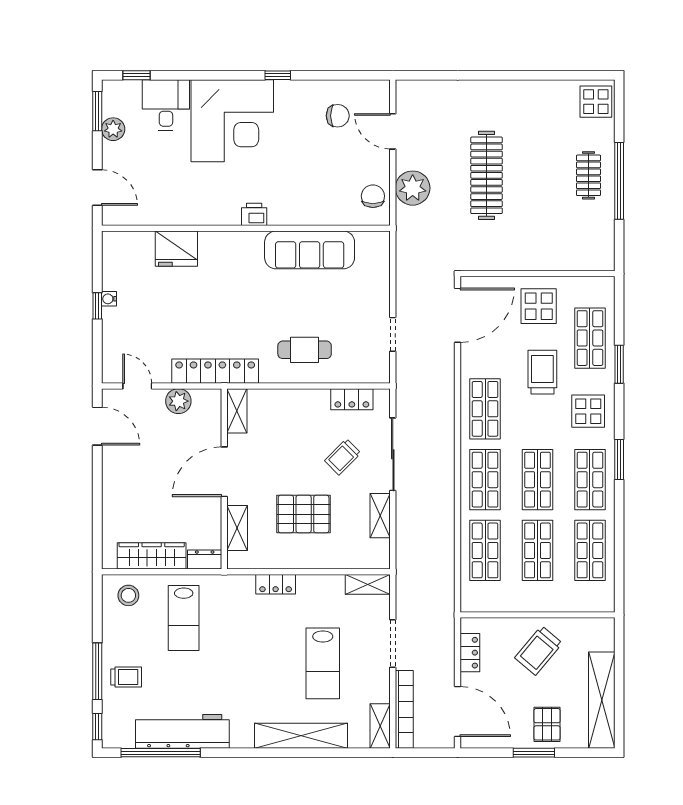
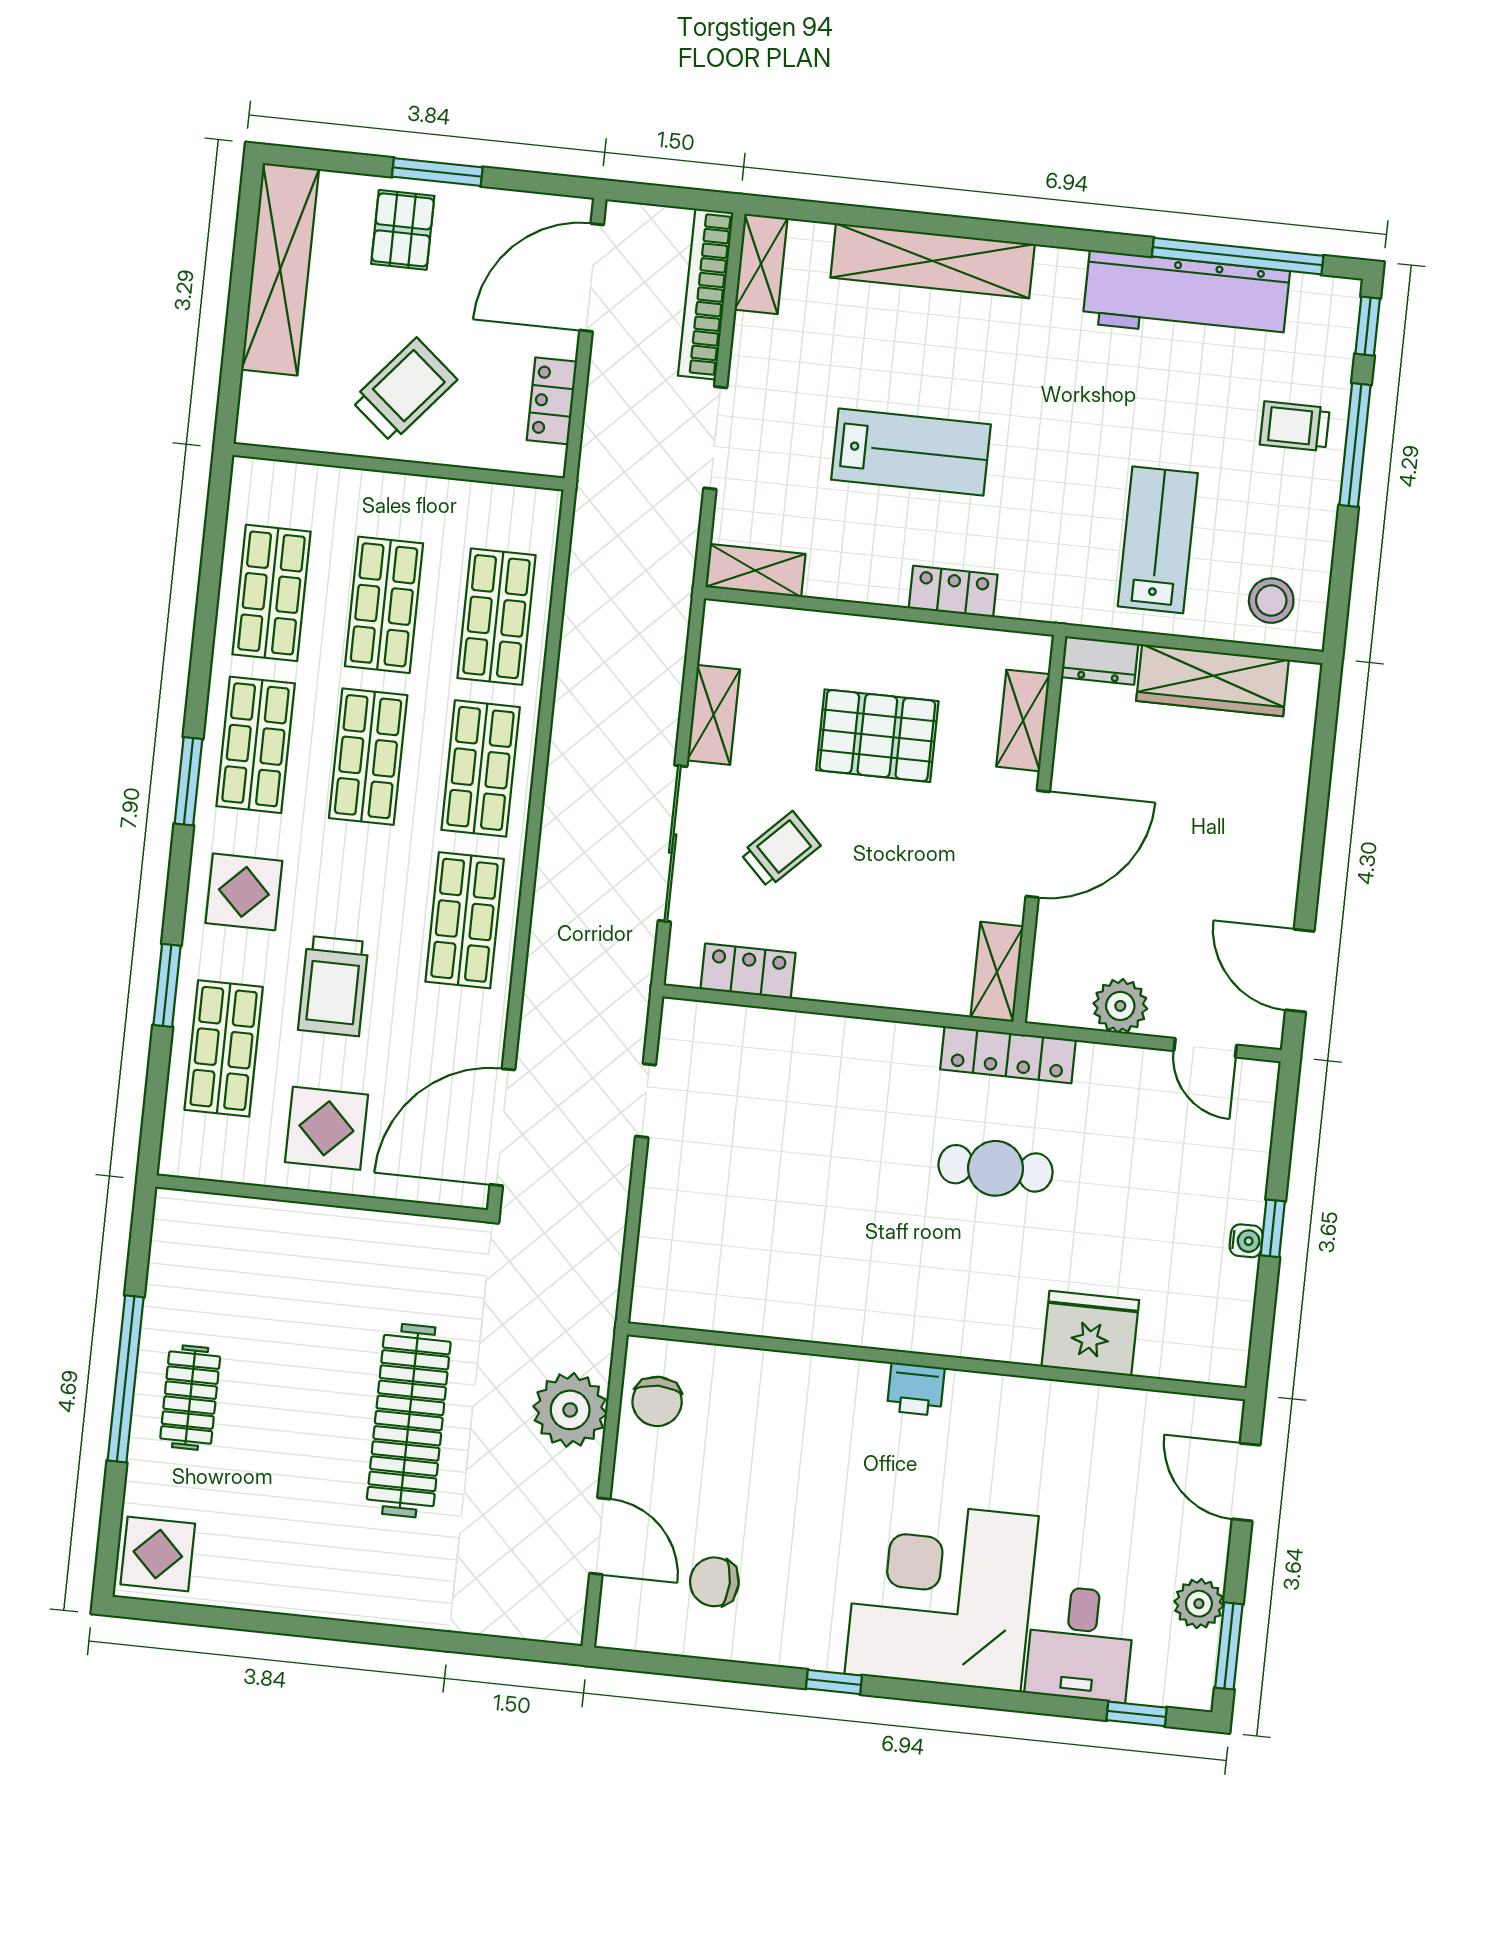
sofa: (310, 250) -> (805, 1301), removed
cafe table: (305, 350) -> (996, 1168), moved
locker: (215, 371) -> (1008, 1055), width x0.71, depth x0.83
lab bench: (323, 663) -> (911, 452), moved, turned 90
door: (458, 712) -> (592, 277), hinge flipped

